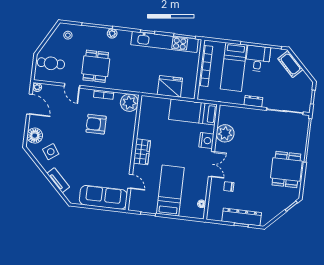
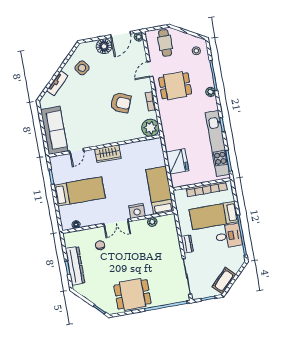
cot: (290, 64) -> (224, 281), moved
armchair: (96, 124) -> (121, 103), turned 112
plant: (225, 133) -> (152, 222), width x0.53, depth x0.53
floor lamp: (35, 136) -> (104, 46), moved

